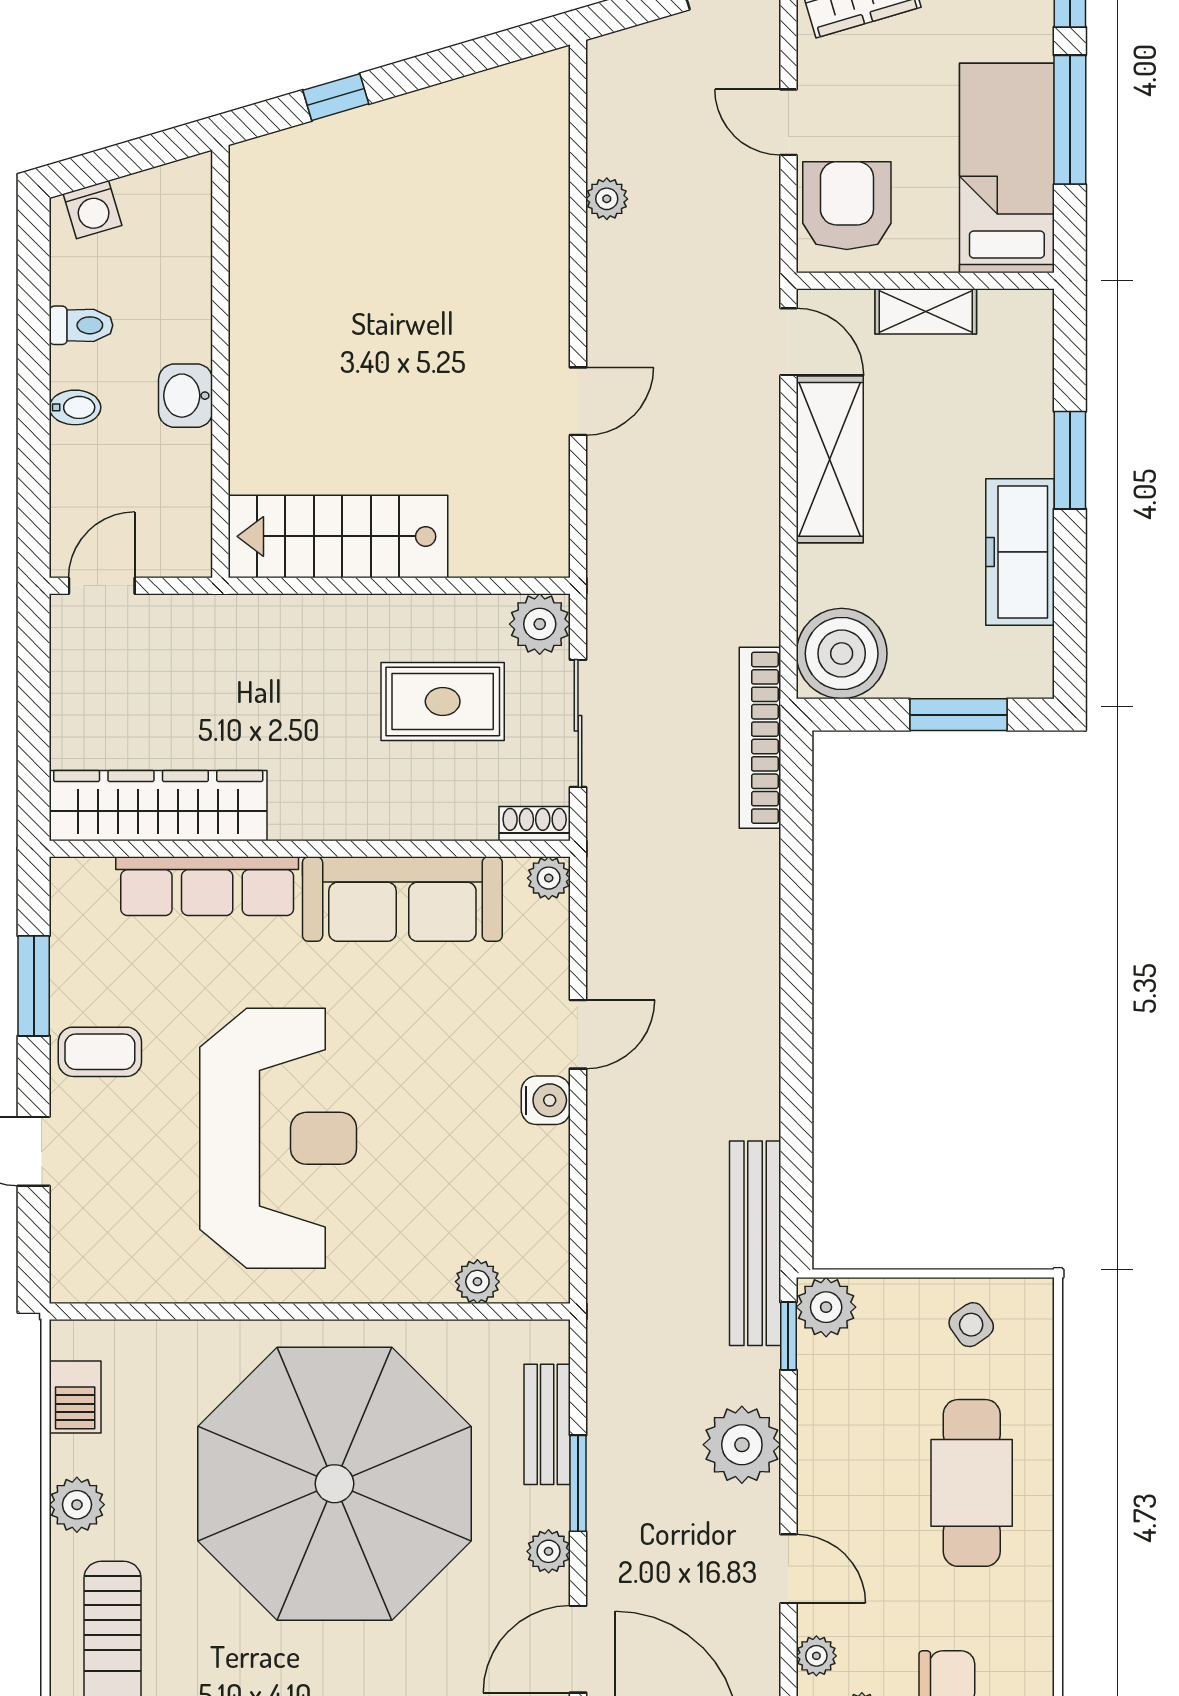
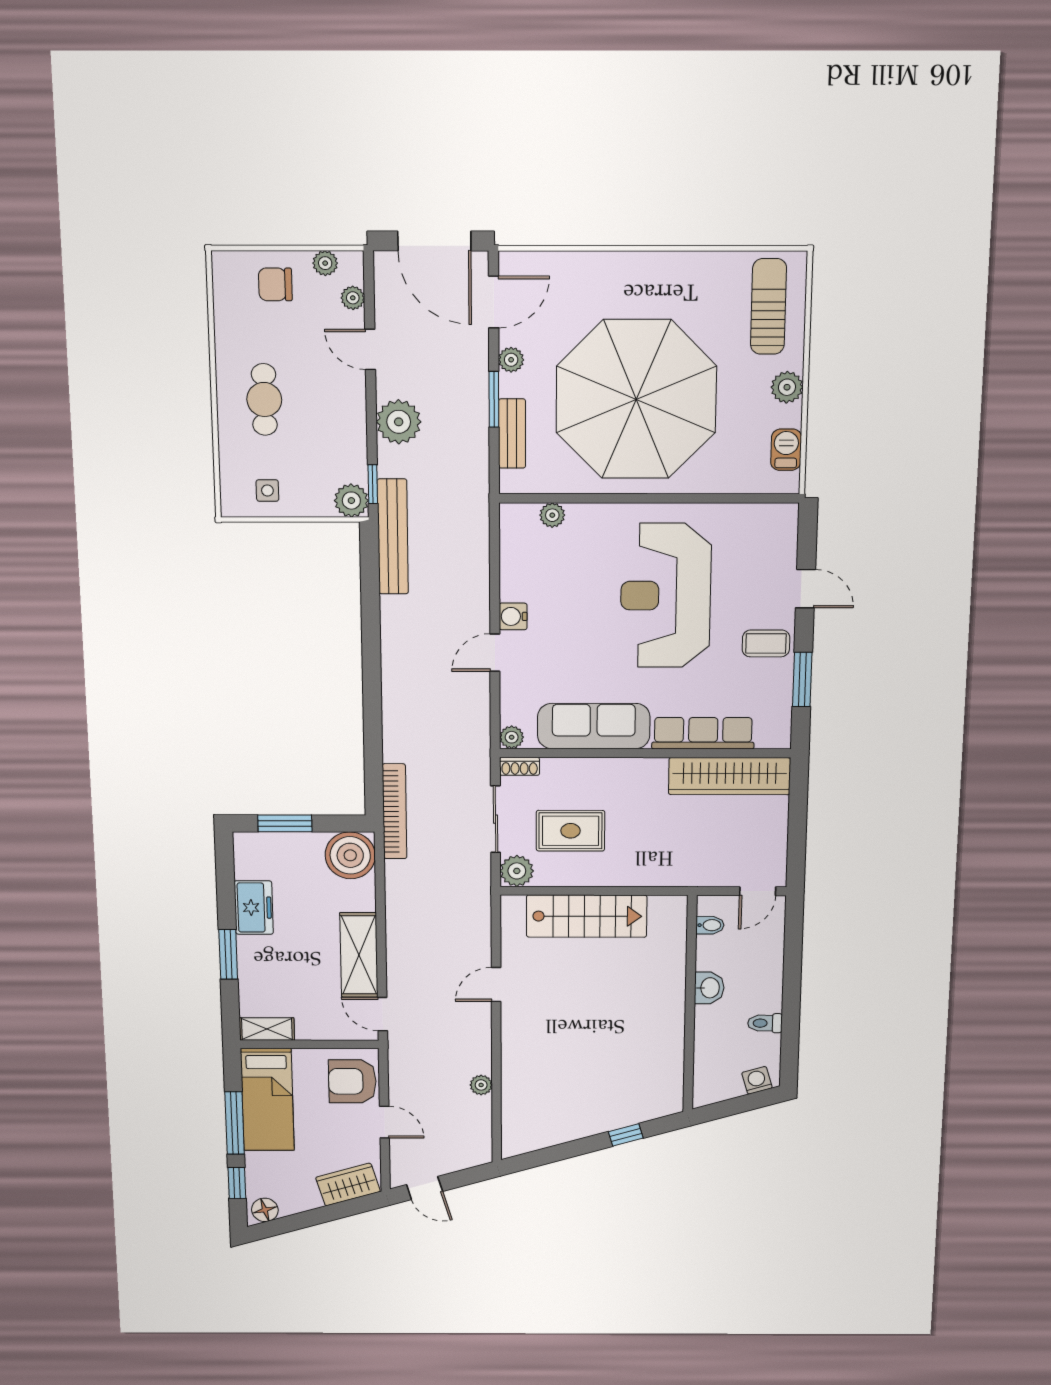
armchair: (847, 206) -> (352, 1081), turned 90
shelving: (926, 311) -> (267, 1029), moved
bidet: (75, 407) -> (710, 925), moved, turned 180
stairs: (338, 536) -> (587, 916), moved
freezer: (1020, 552) -> (254, 908), width x0.71
side table: (971, 1325) -> (267, 490), turned 35
cafe table: (972, 1483) -> (264, 400), width x0.73, depth x0.74

